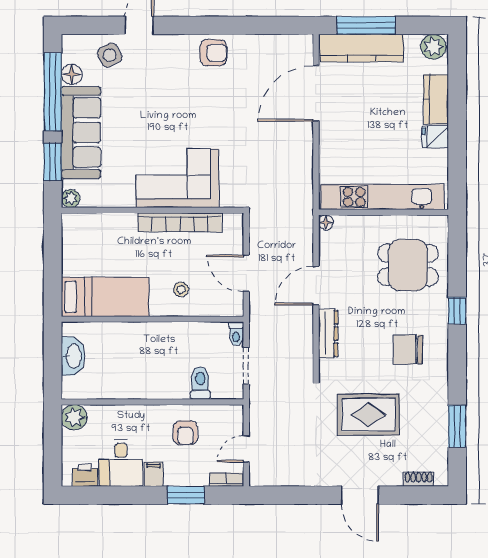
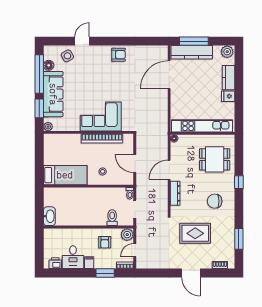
washbasin: (73, 356) -> (49, 216), moved
plant: (74, 417) -> (127, 235), moved

